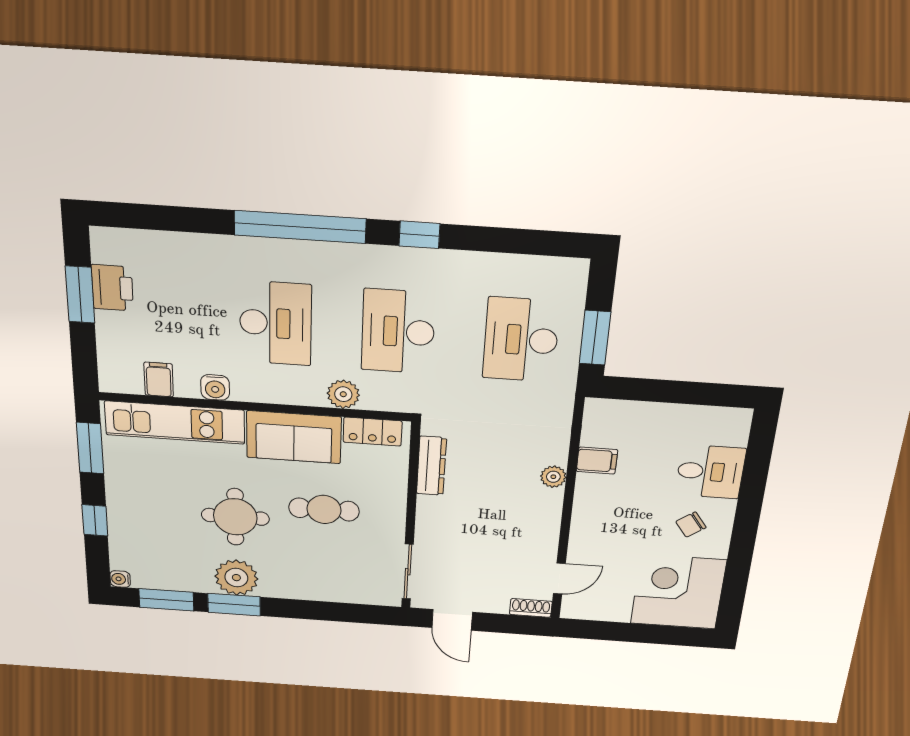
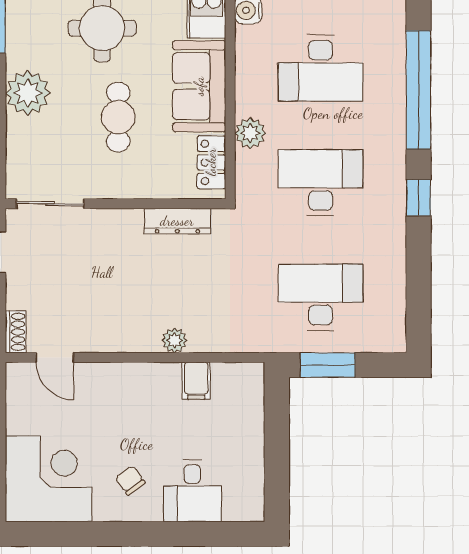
plant: (236, 578) -> (28, 93), moved

